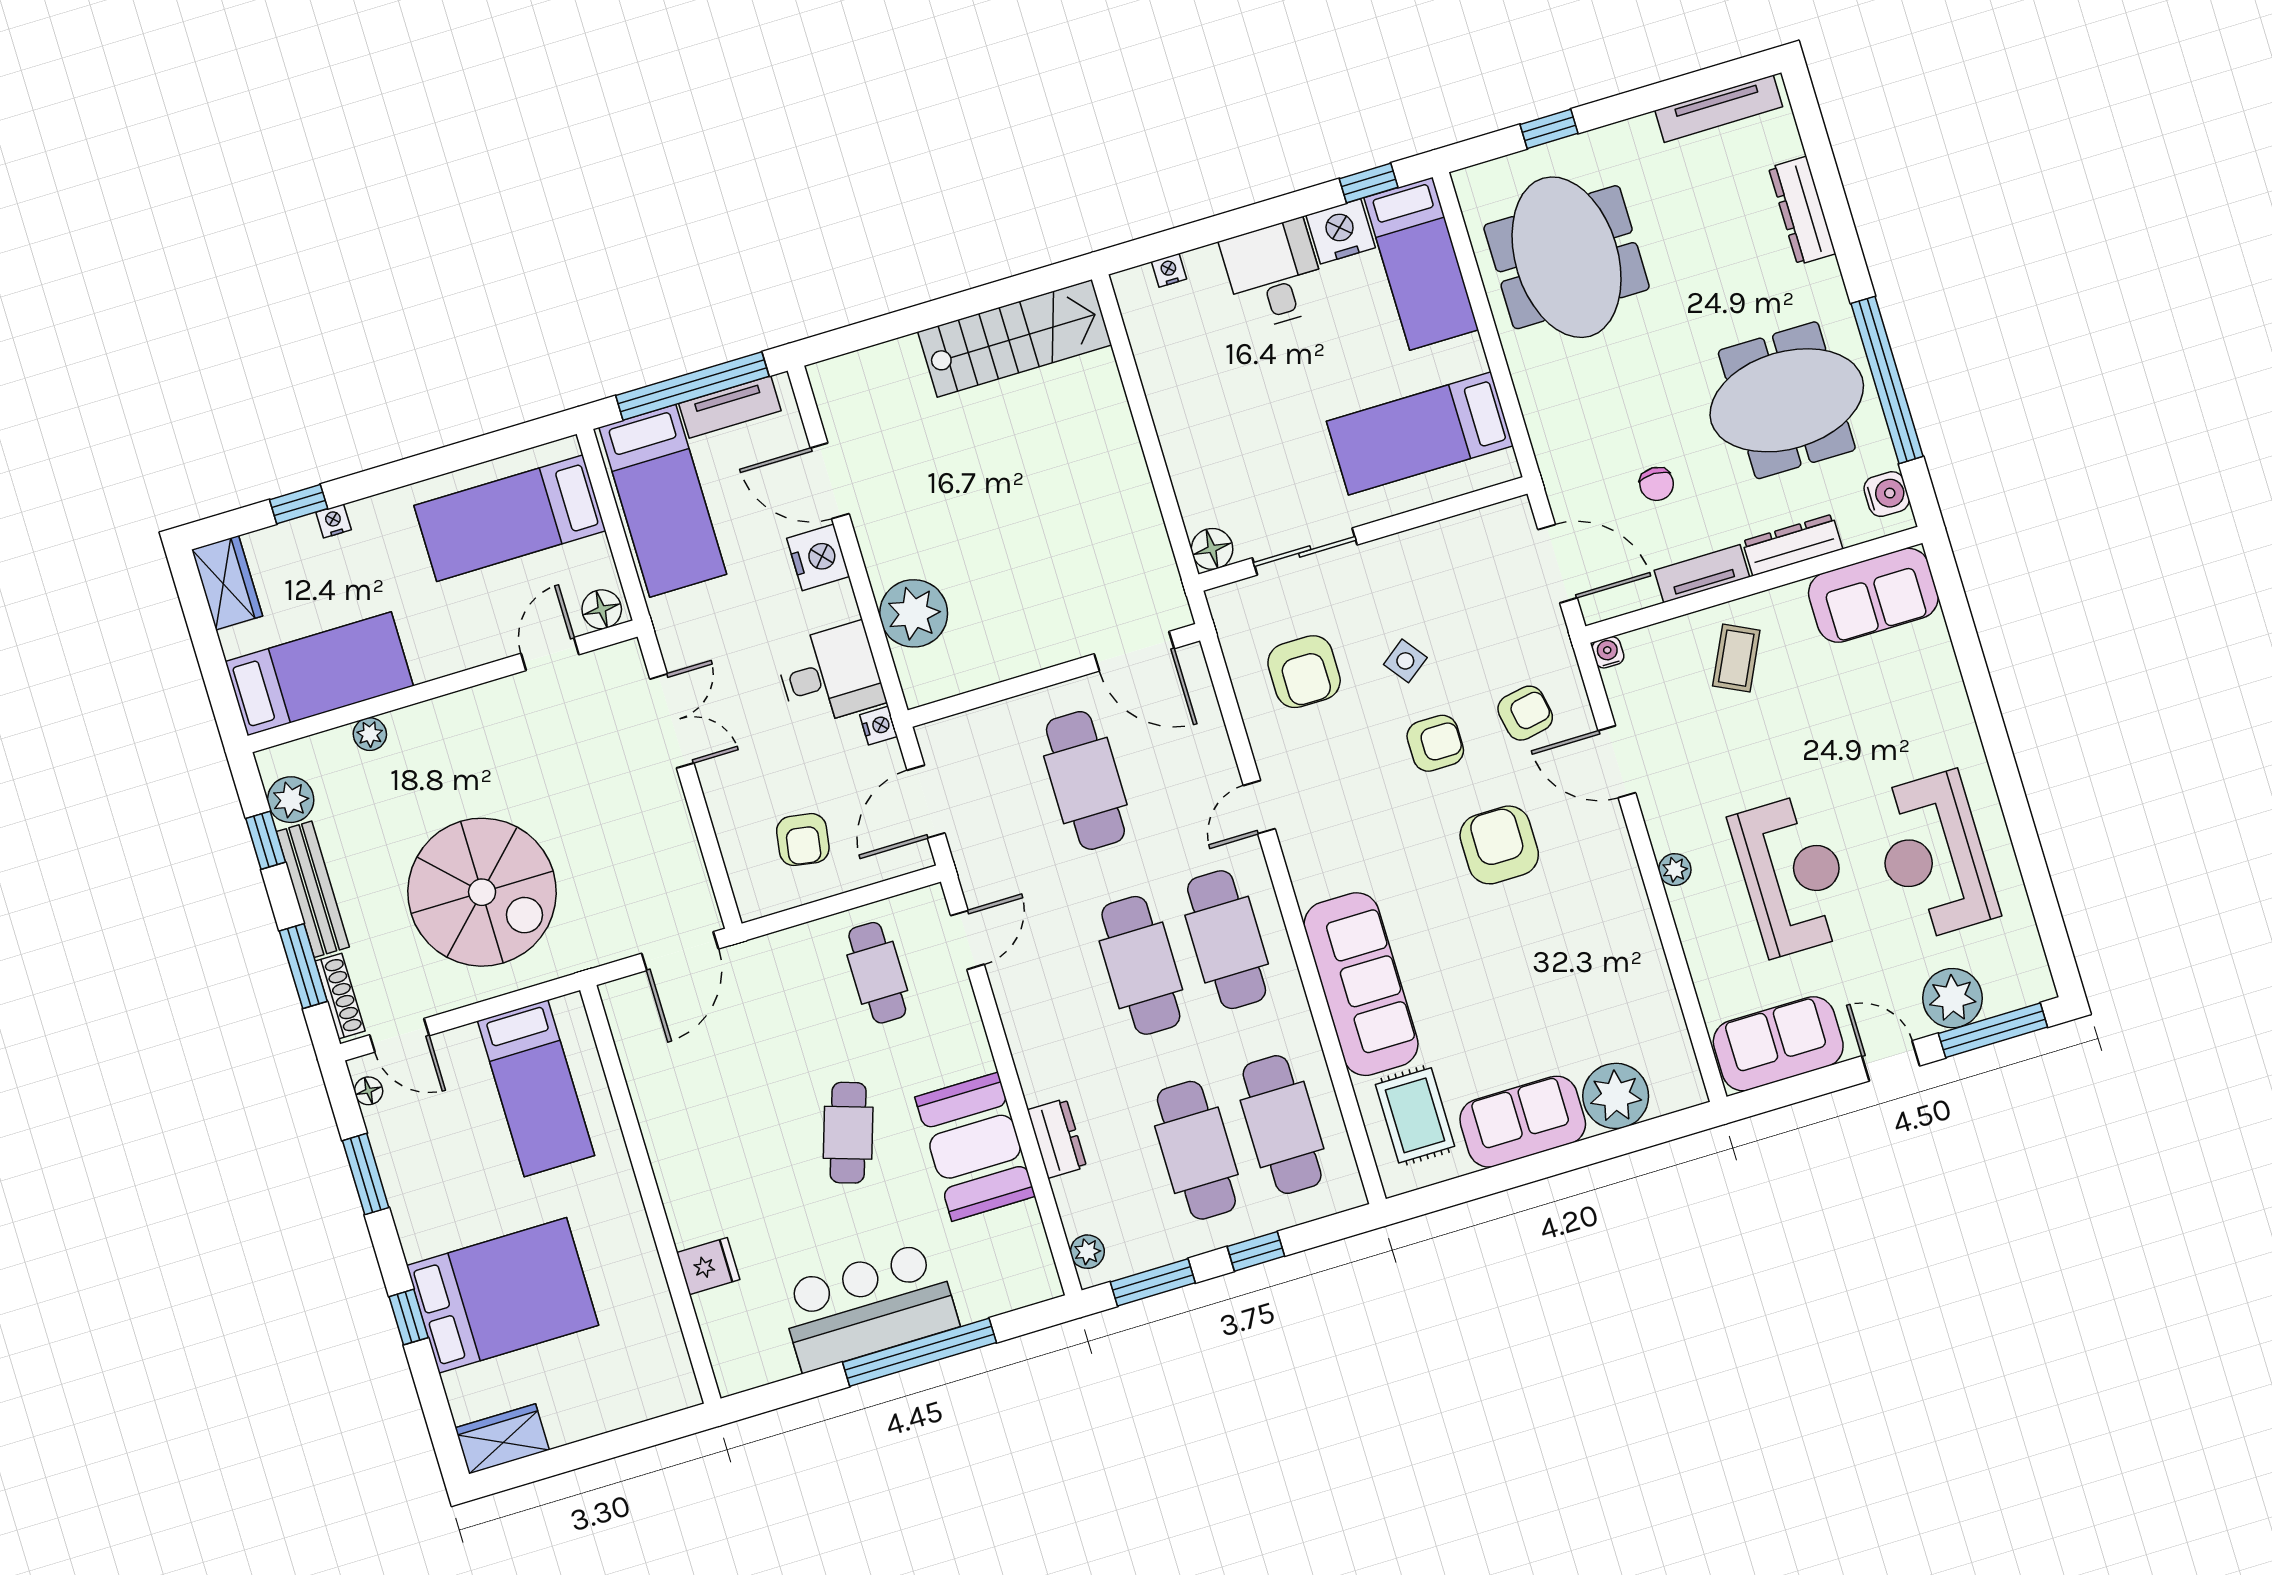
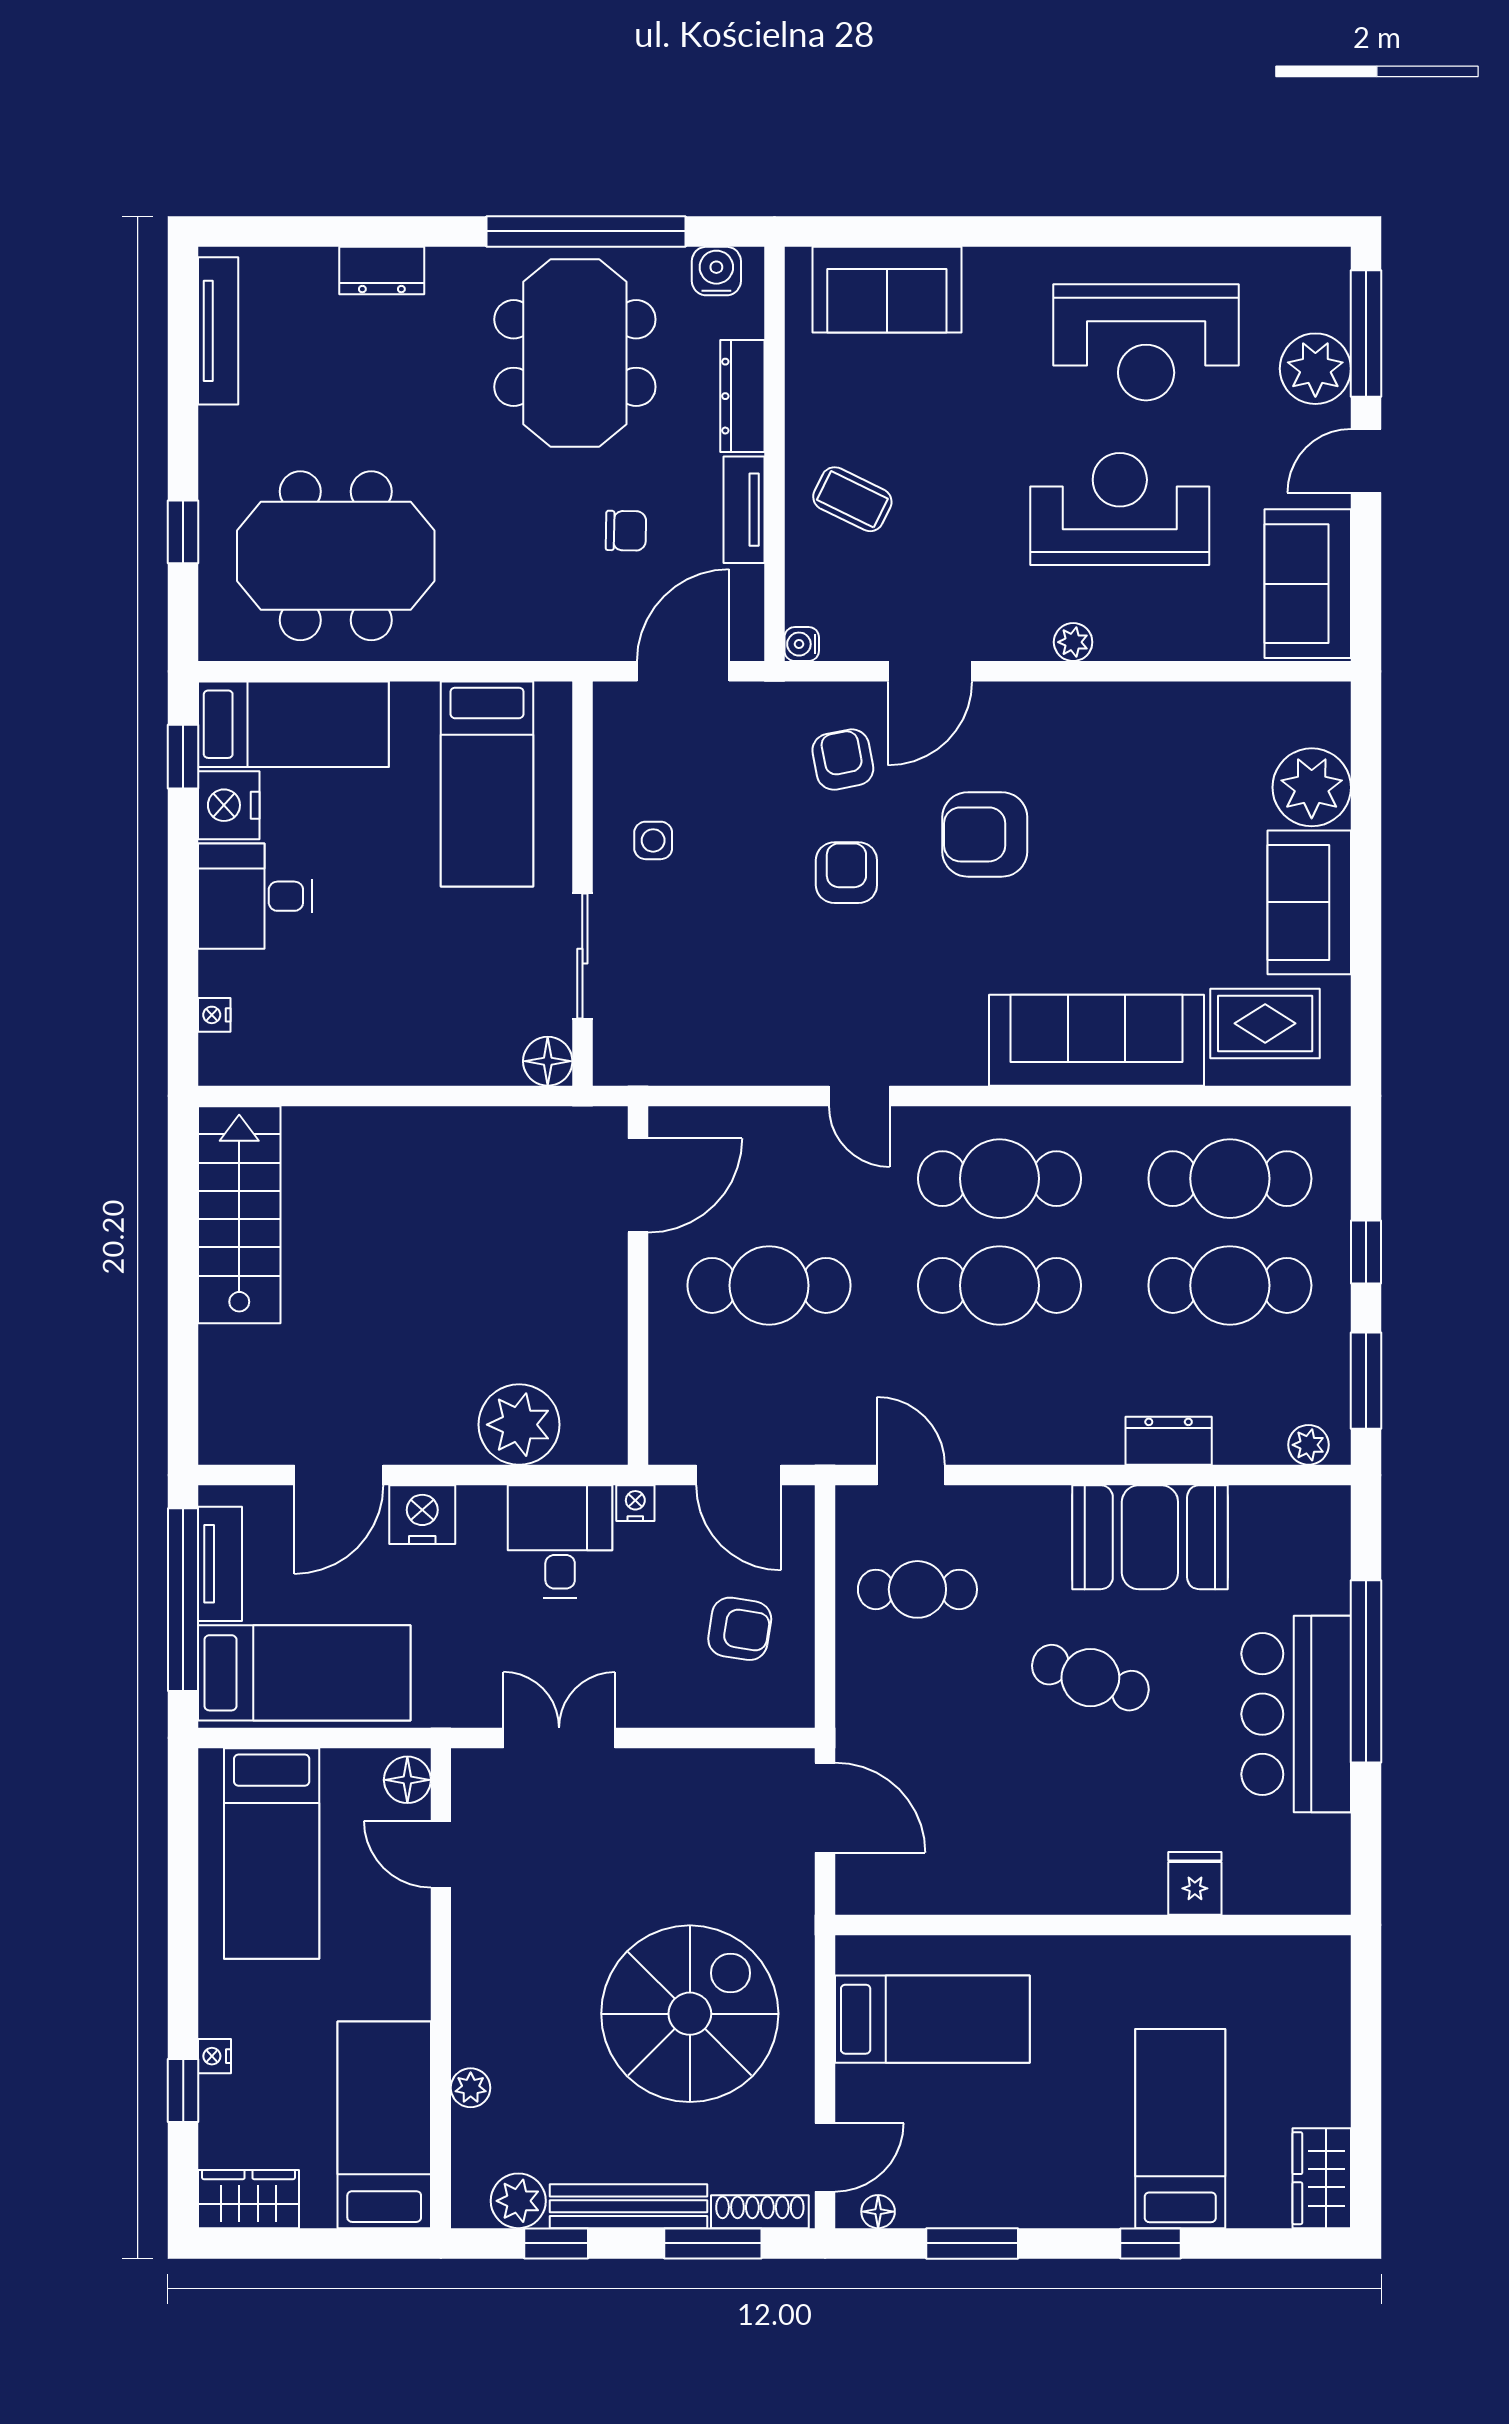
dresser: (1802, 211) -> (382, 270), width x0.70
sofa: (1873, 595) -> (887, 290), moved, turned 90
side table: (1405, 661) -> (653, 840), moved, turned 37
armchair: (1304, 672) -> (720, 998), removed
bed: (502, 1295) -> (1180, 2129), width x0.67

